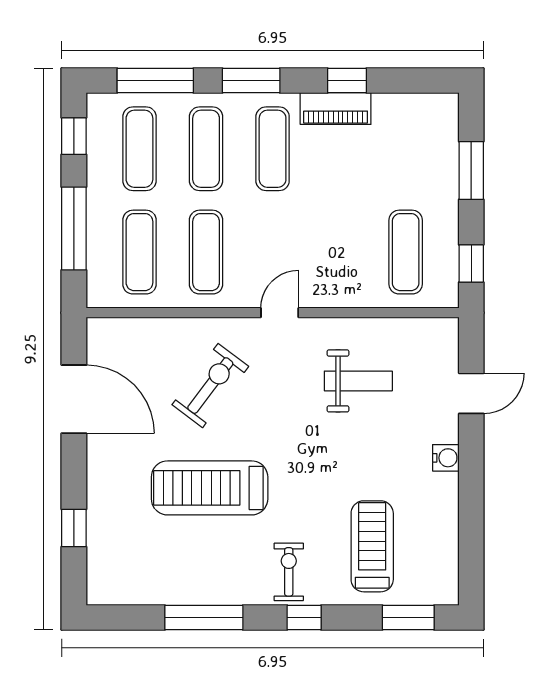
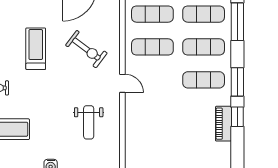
window: (251, 81) -> (237, 82), moved
piano: (336, 109) -> (223, 124), moved
exercise mat: (406, 252) -> (152, 146), removed
treadmill: (210, 488) -> (36, 49), width x0.73, depth x0.73

